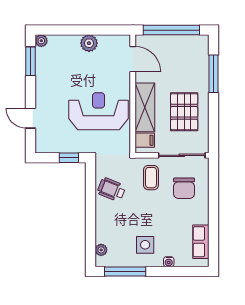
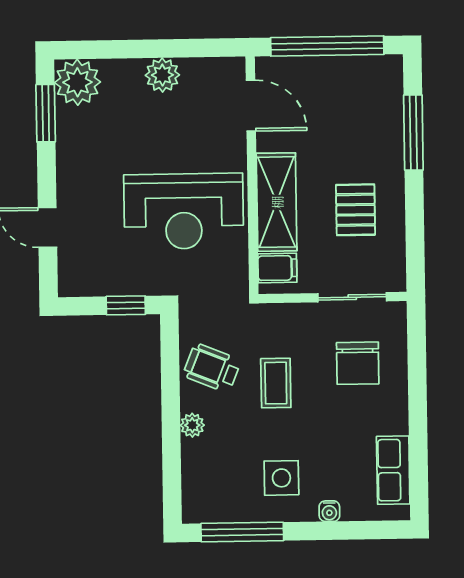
plant: (41, 41) -> (77, 82), width x1.87, depth x1.87
reception desk: (99, 111) -> (184, 211), turned 180
pallet: (184, 112) -> (356, 210), width x0.67, depth x0.71
sliding door: (182, 155) -> (352, 297), width x0.73
coffee table: (151, 178) -> (276, 383), moved
plant: (101, 250) -> (192, 425), moved

